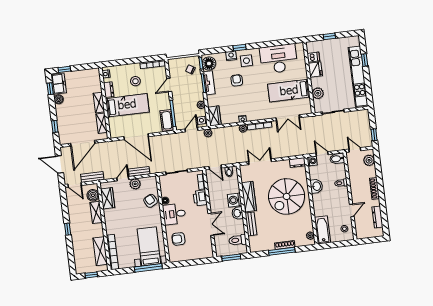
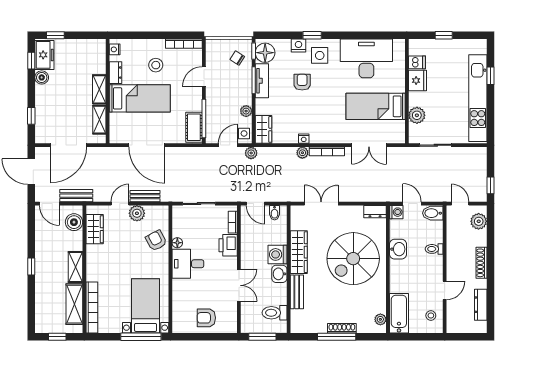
shelving: (96, 212) -> (75, 267), moved
armchair: (178, 239) -> (206, 318), moved

